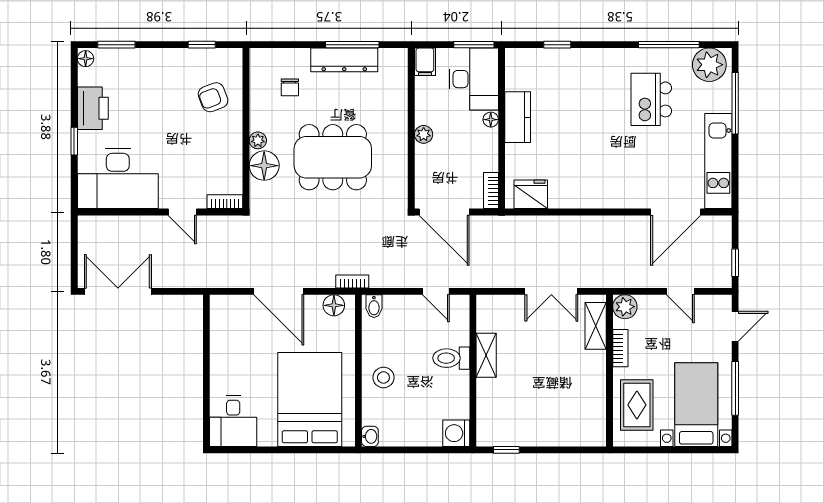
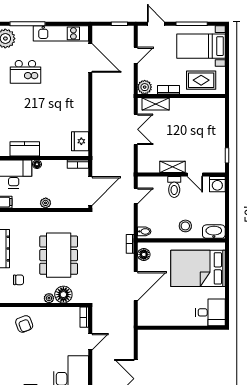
kitchen counter: (518, 117) -> (25, 149), moved
door: (473, 394) -> (195, 175), added
washbasin: (370, 436) -> (214, 232), width x1.91, depth x1.45

